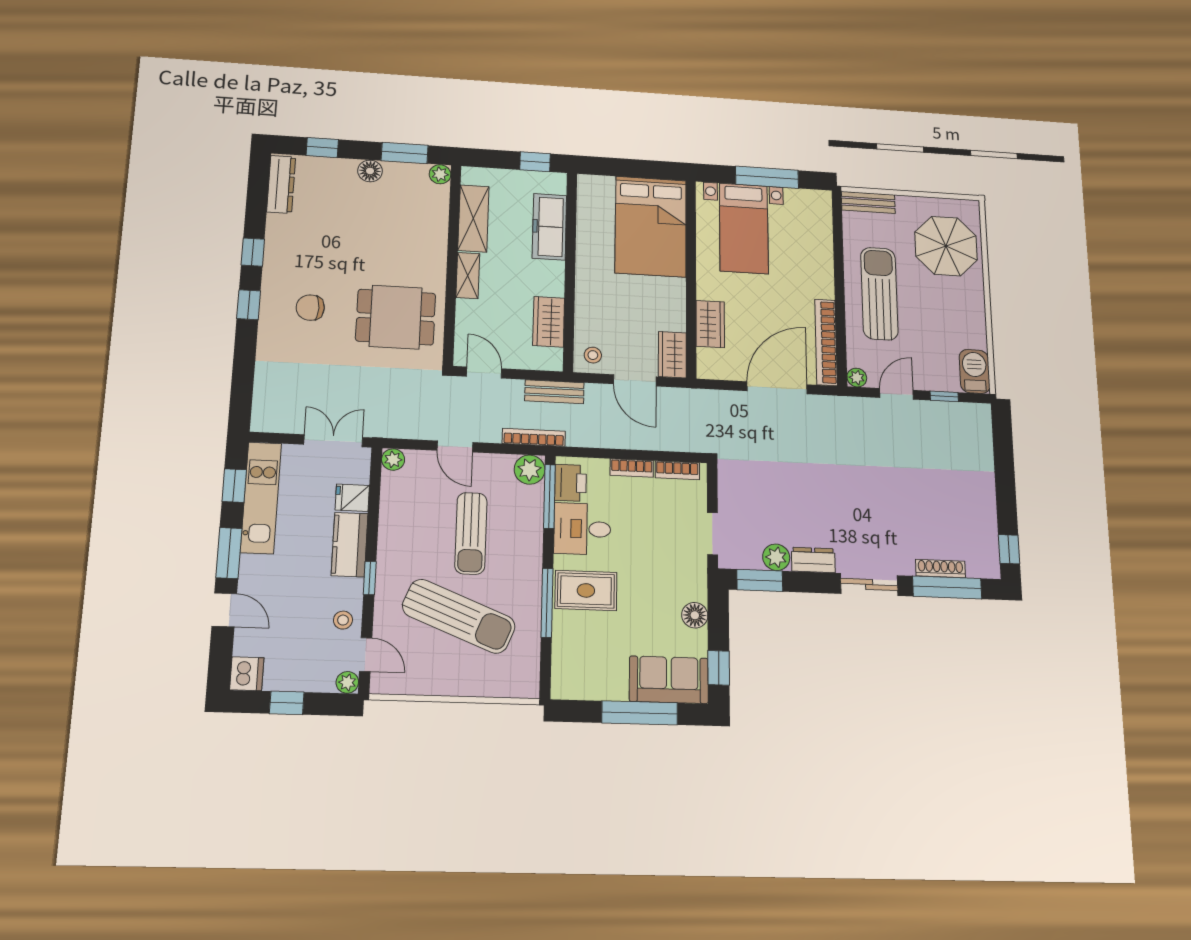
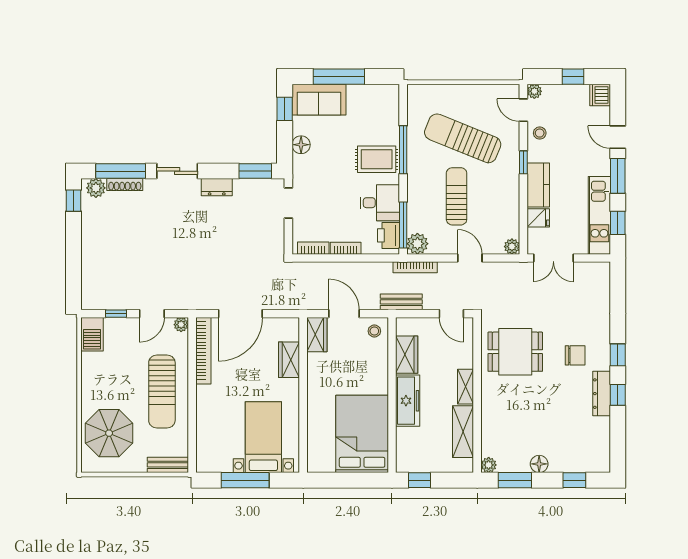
dresser: (281, 184) -> (602, 394), moved
bed: (651, 226) -> (362, 434), moved
freezer: (549, 227) -> (408, 401), moved
plant: (776, 557) -> (96, 188), moved

